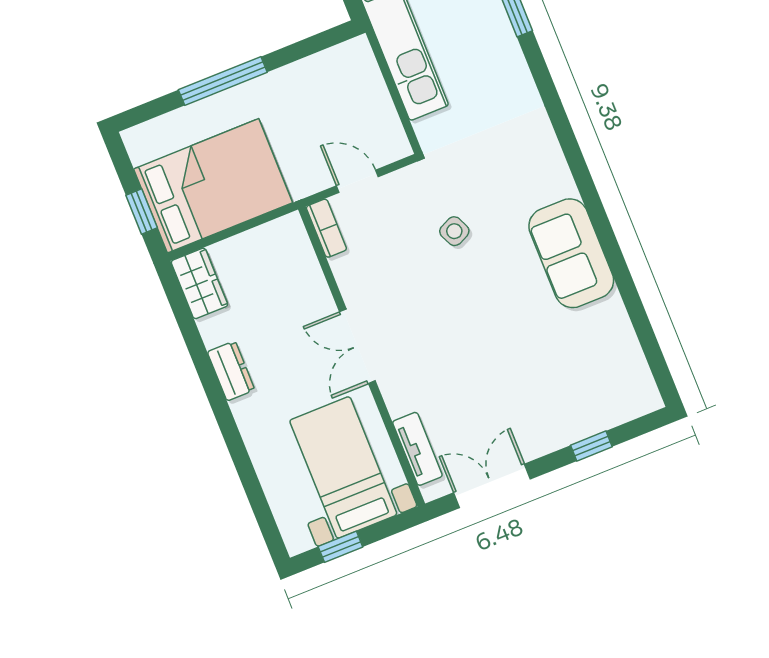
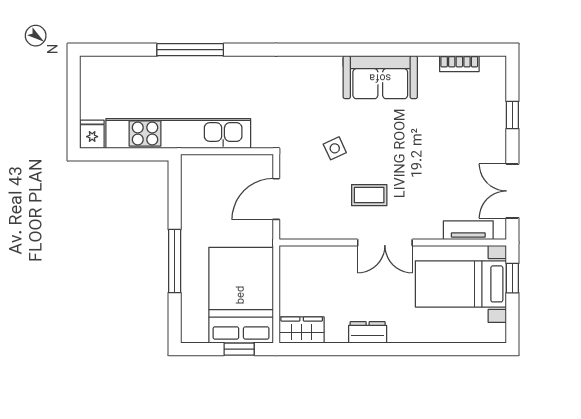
door: (357, 181) -> (276, 199), width x1.38
bookcase: (326, 228) -> (459, 64), moved, turned 180
coffee table: (411, 301) -> (369, 195), added
window: (340, 547) -> (512, 278), moved

